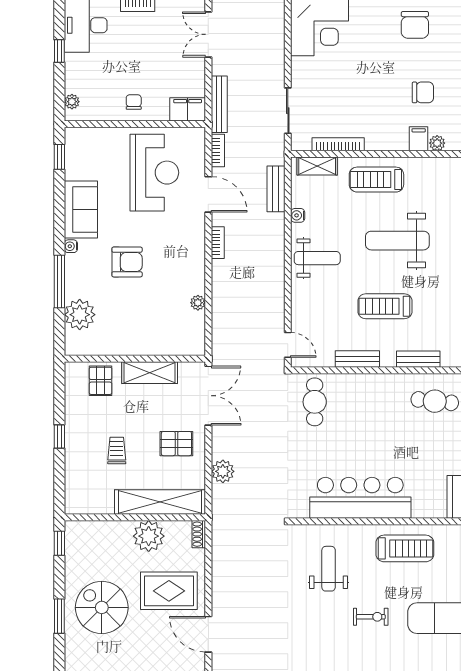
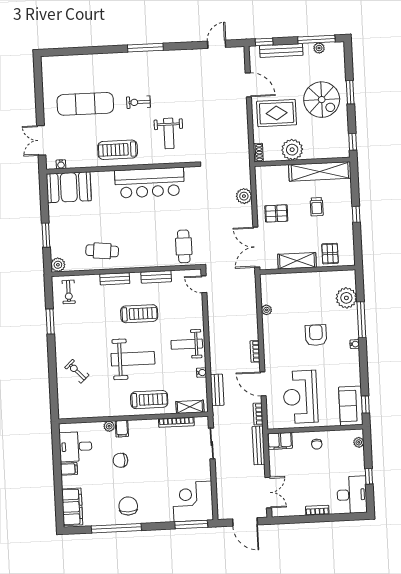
sofa: (81, 209) -> (351, 406), moved
armchair: (127, 262) -> (316, 335), turned 90
shelving: (160, 502) -> (320, 171), moved

